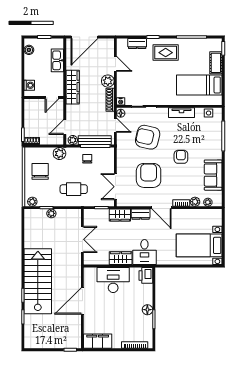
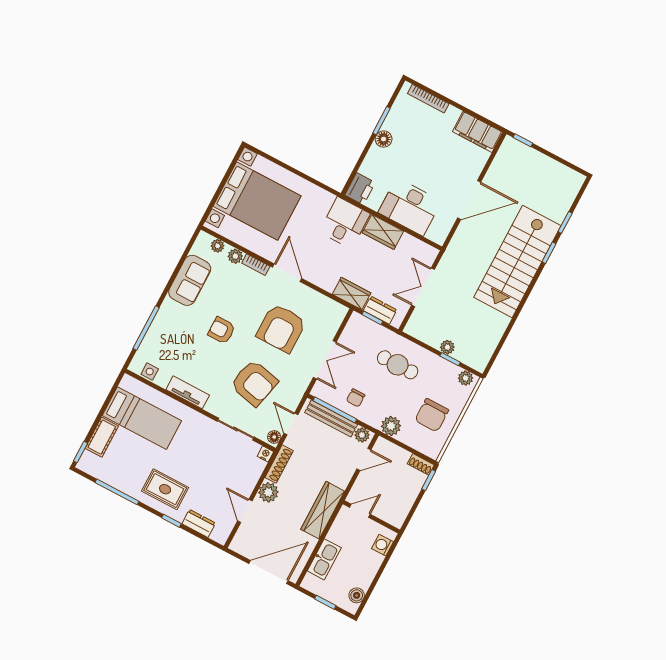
armchair: (181, 157) -> (222, 330), turned 90
double door: (115, 187) -> (325, 360), moved
dresser: (141, 214) -> (380, 310), moved
bed with nightstands: (199, 245) -> (257, 201), width x1.36

